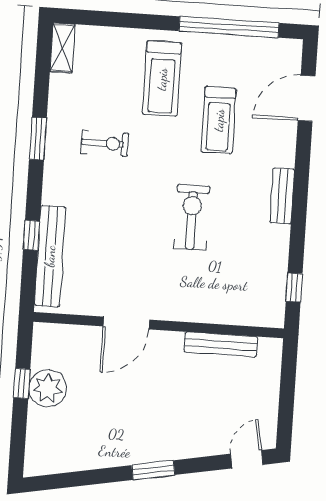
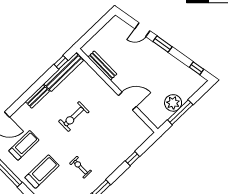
treadmill: (219, 120) -> (24, 145), moved
bench: (50, 256) -> (64, 72), moved
window: (22, 383) -> (180, 112), width x2.17
door: (247, 459) -> (142, 30), moved
window: (61, 481) -> (196, 68), added

